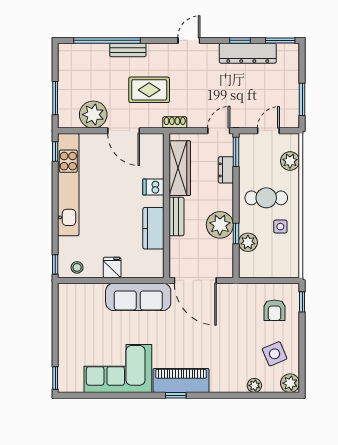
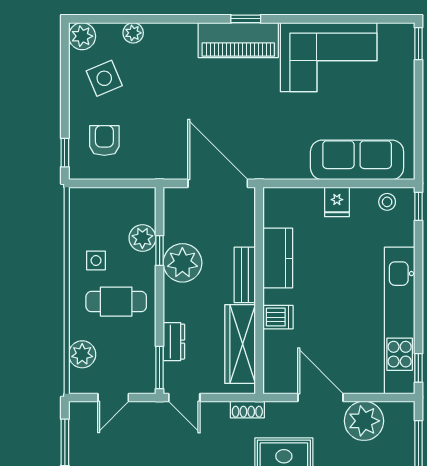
door: (219, 131) -> (184, 397), hinge flipped
sofa: (138, 297) -> (357, 160), moved

